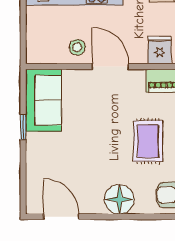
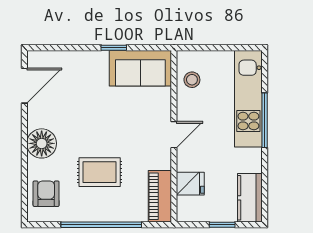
stool: (77, 47) -> (192, 80), moved
door: (110, 66) -> (174, 135), width x0.73

